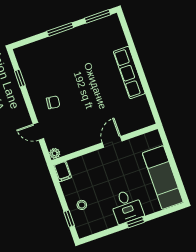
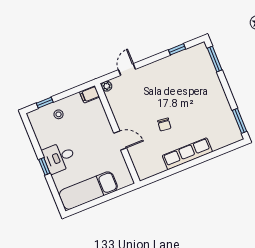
window: (60, 29) -> (215, 59), moved
chair: (53, 102) -> (164, 124), moved

